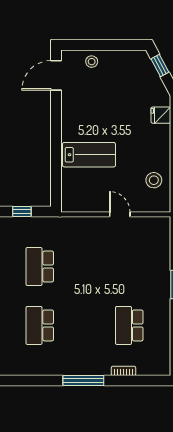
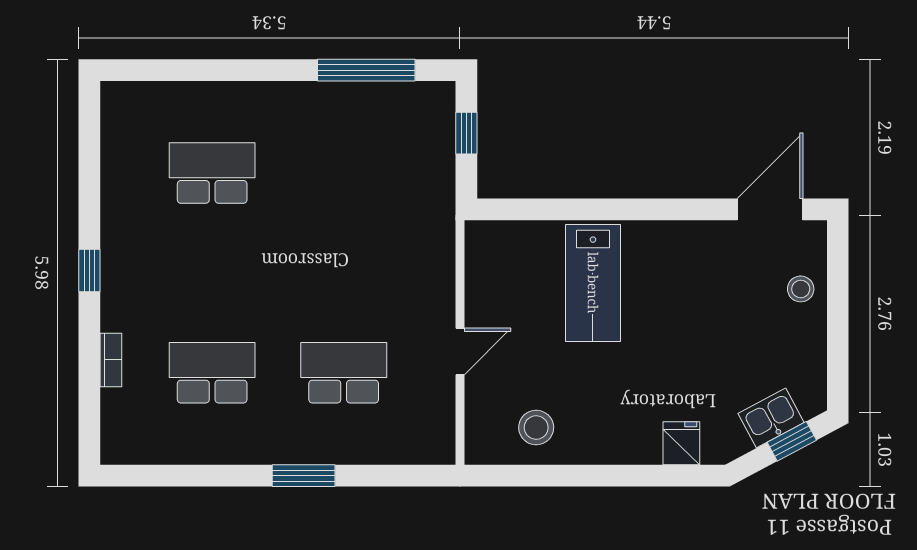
door: (56, 75) -> (770, 209), hinge flipped
kitchen sink: (150, 75) -> (771, 418), added
school desk: (40, 266) -> (344, 373), moved
window: (83, 380) -> (89, 271), width x0.46

